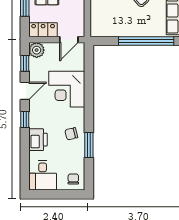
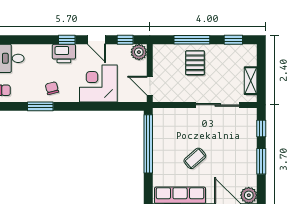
locker: (43, 30) -> (160, 59), removed
window: (146, 41) -> (148, 144), moved
printer: (38, 140) -> (64, 54), moved

